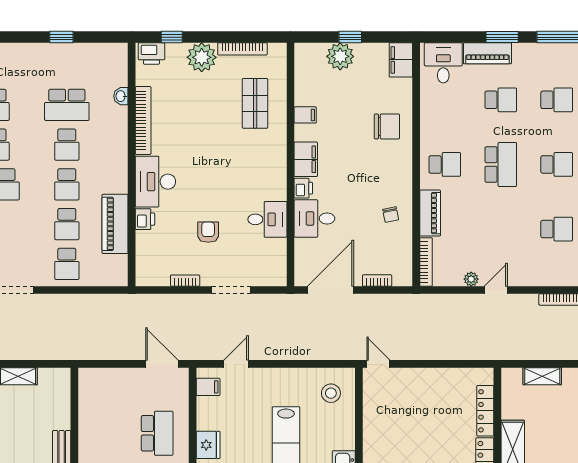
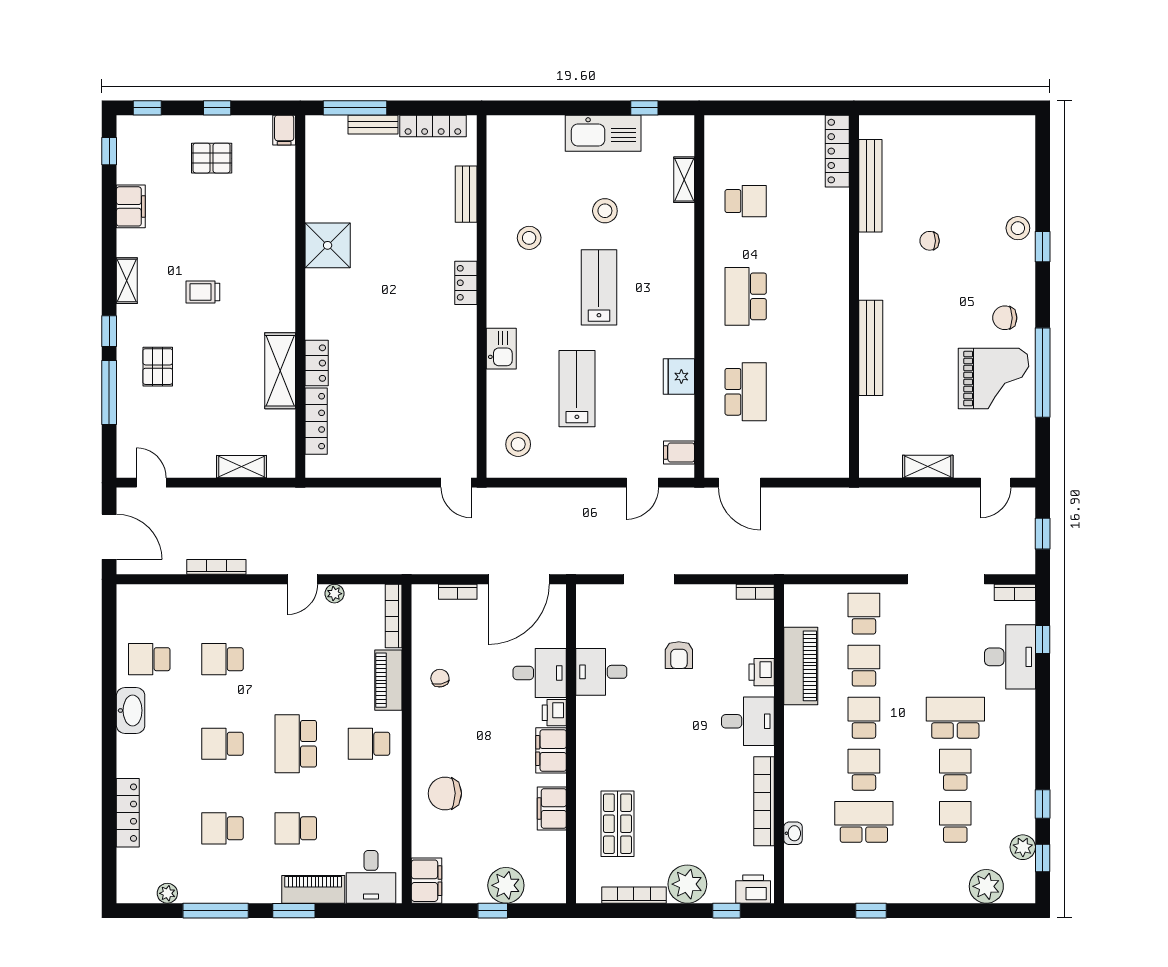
filing cabinet: (305, 115) -> (552, 809), width x2.00
desk: (155, 182) -> (748, 721), width x0.73
bookcase: (185, 281) -> (755, 592), moved
school desk: (157, 433) -> (746, 392), turned 180

